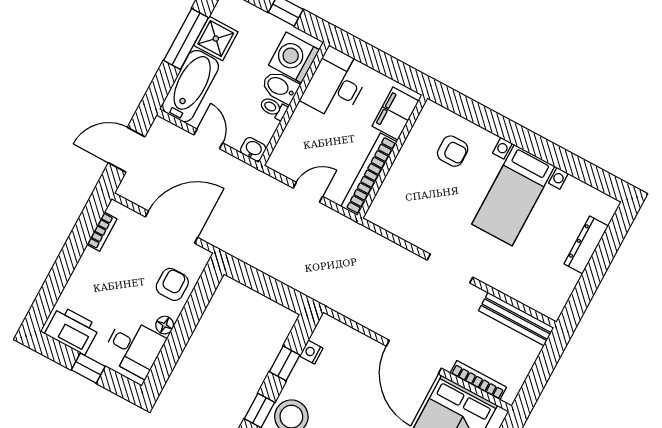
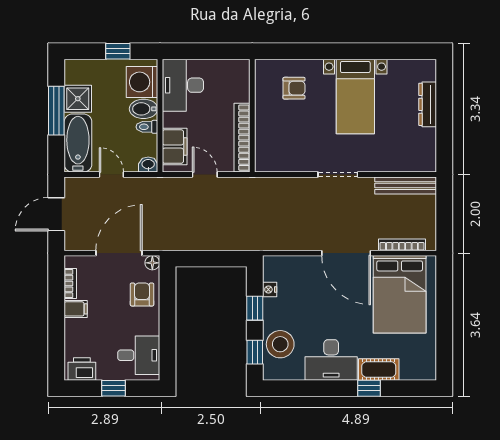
filing cabinet: (395, 114) -> (175, 147), moved, turned 180
door: (308, 192) -> (205, 175), hinge flipped
filing cabinet: (93, 262) -> (76, 309), added
floor lamp: (165, 325) -> (152, 263), moved
printer: (72, 330) -> (82, 369), width x0.73, depth x0.84

